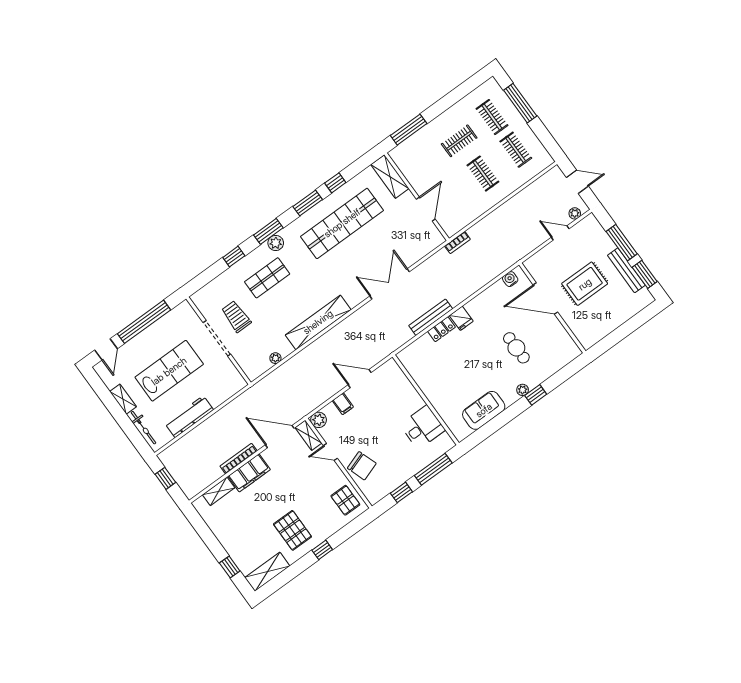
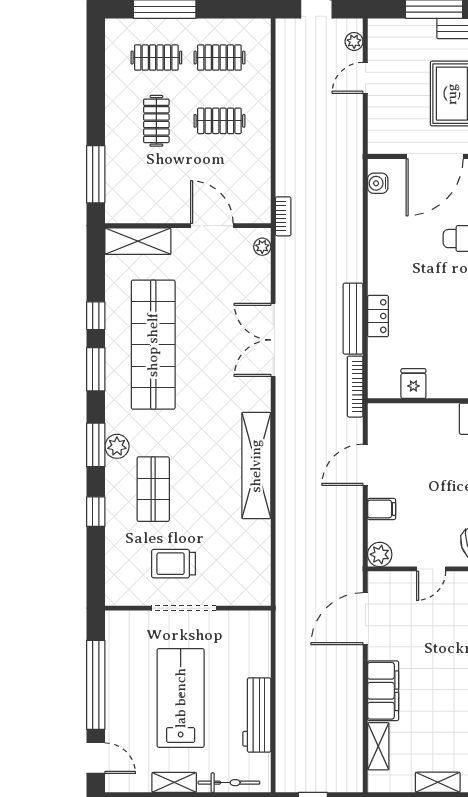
fridge: (461, 318) -> (413, 384), moved, turned -90
plant: (275, 358) -> (262, 247), moved
shelving: (308, 435) -> (438, 782), moved
bookcase: (239, 459) -> (355, 387), moved

